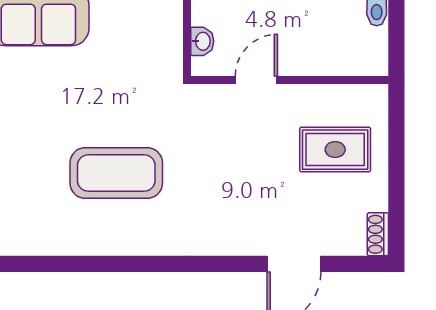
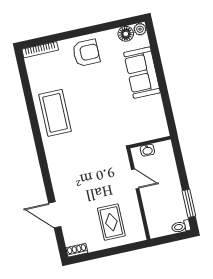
coffee table: (116, 173) -> (55, 113), moved

